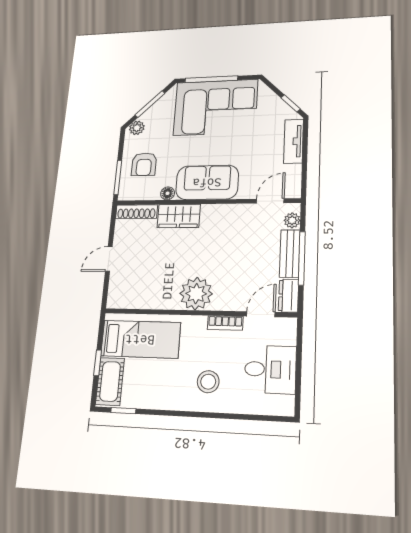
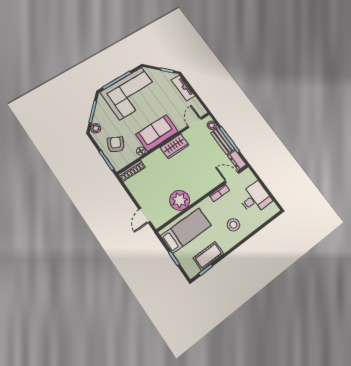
armchair: (144, 164) -> (116, 145), turned -153
wardrobe: (179, 216) -> (175, 146), moved
door: (109, 259) -> (144, 215), moved
plant: (196, 294) -> (180, 200), moved
door: (261, 314) -> (232, 177), hinge flipped
cot: (110, 381) -> (208, 256), moved, turned 90

